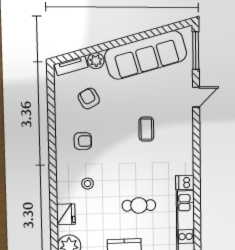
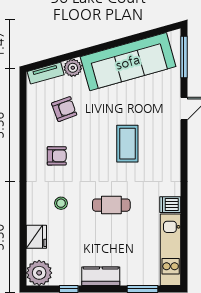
armchair: (89, 98) -> (64, 109), turned 99
coffee table: (146, 129) -> (127, 144), width x1.36, depth x1.30
cafe table: (139, 205) -> (111, 205), moved

